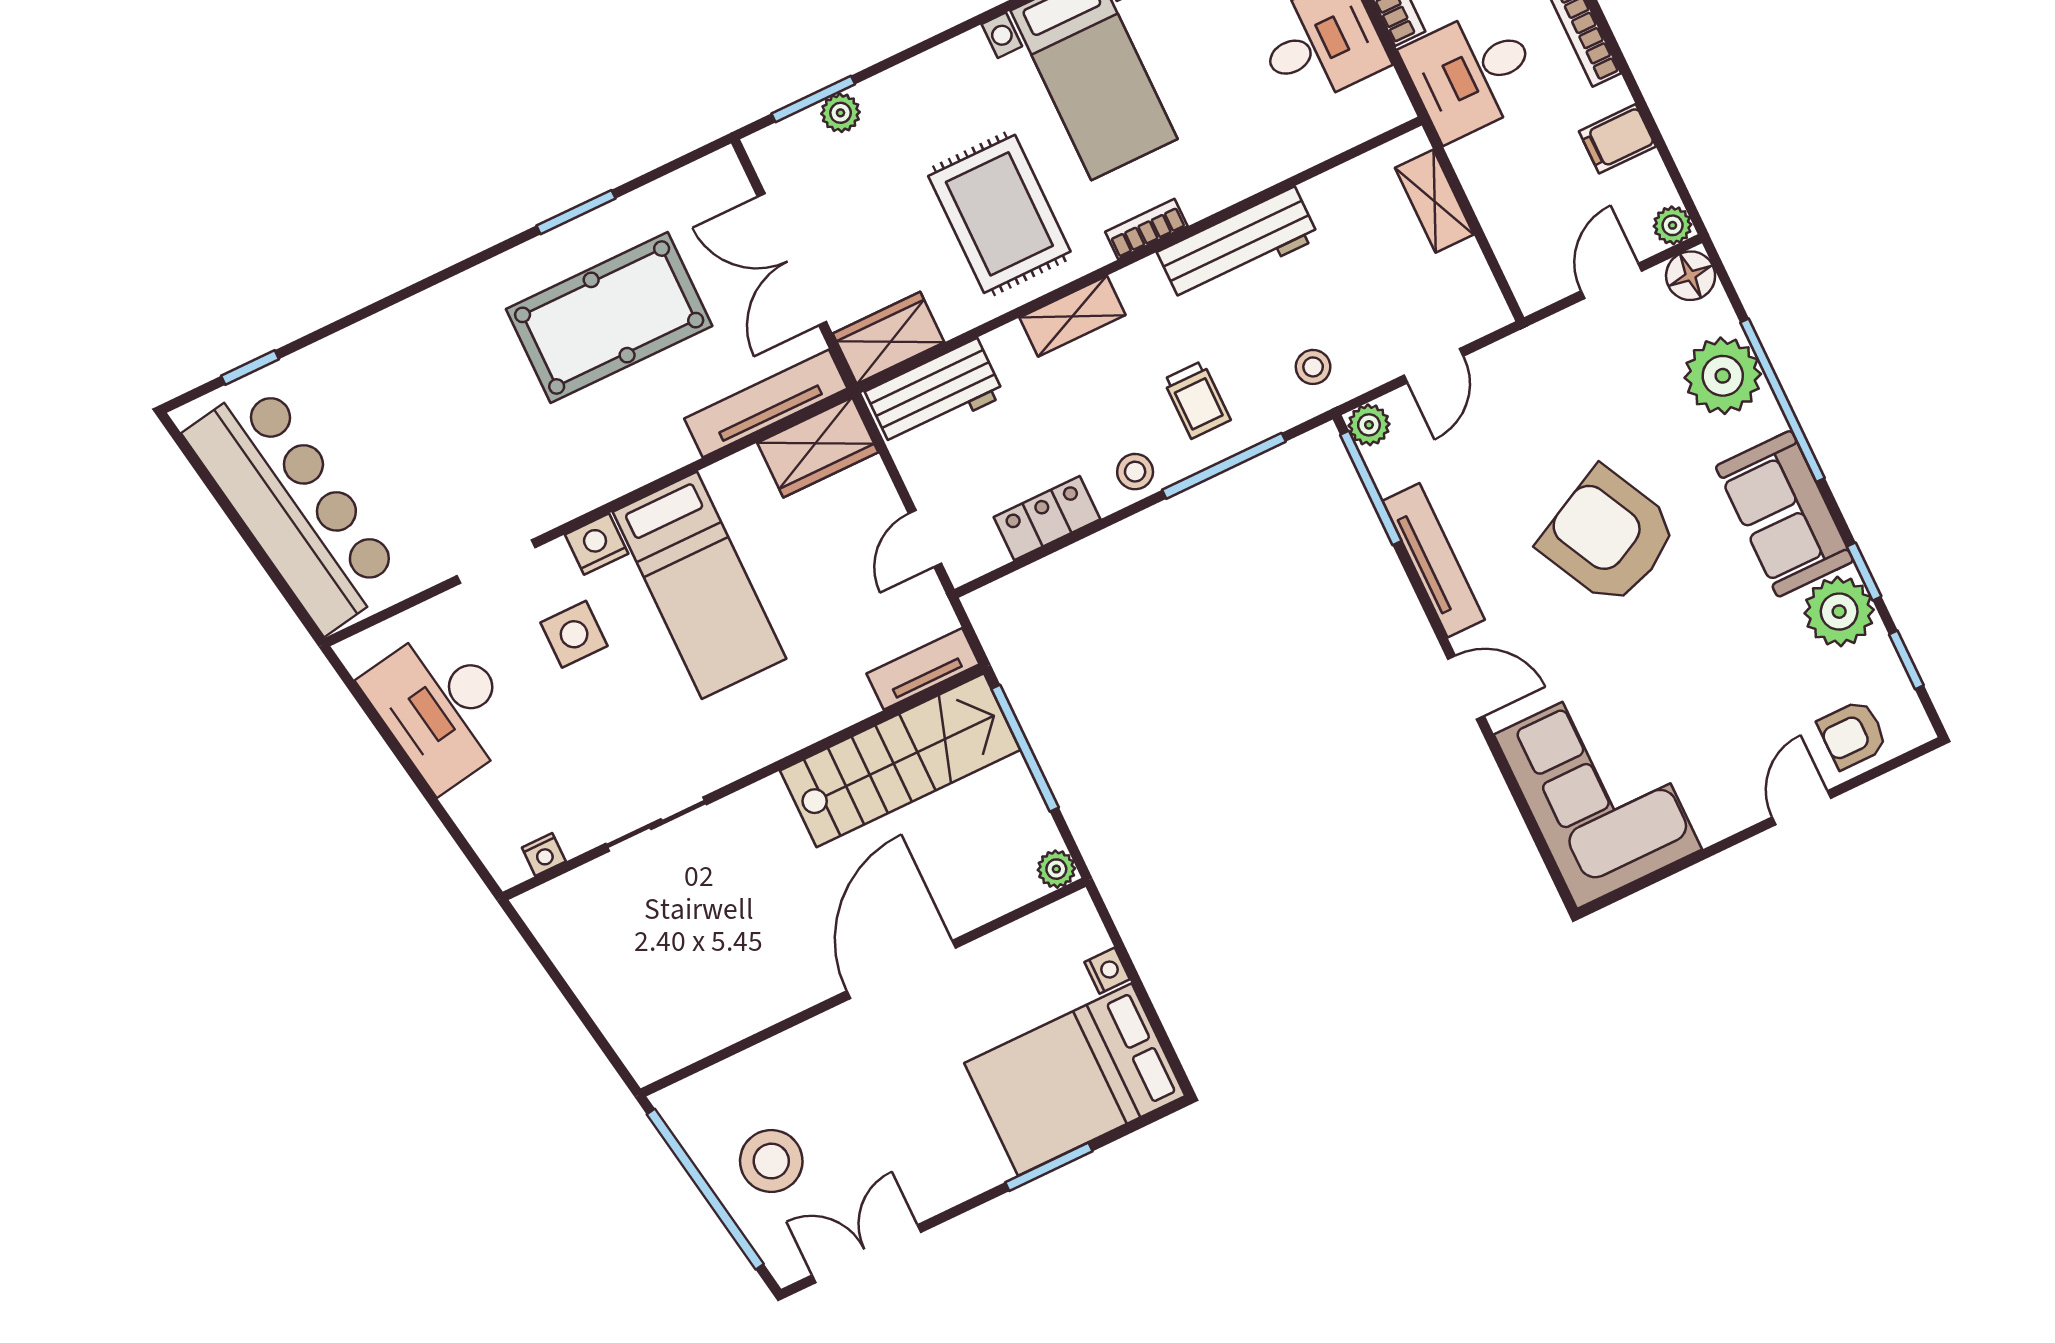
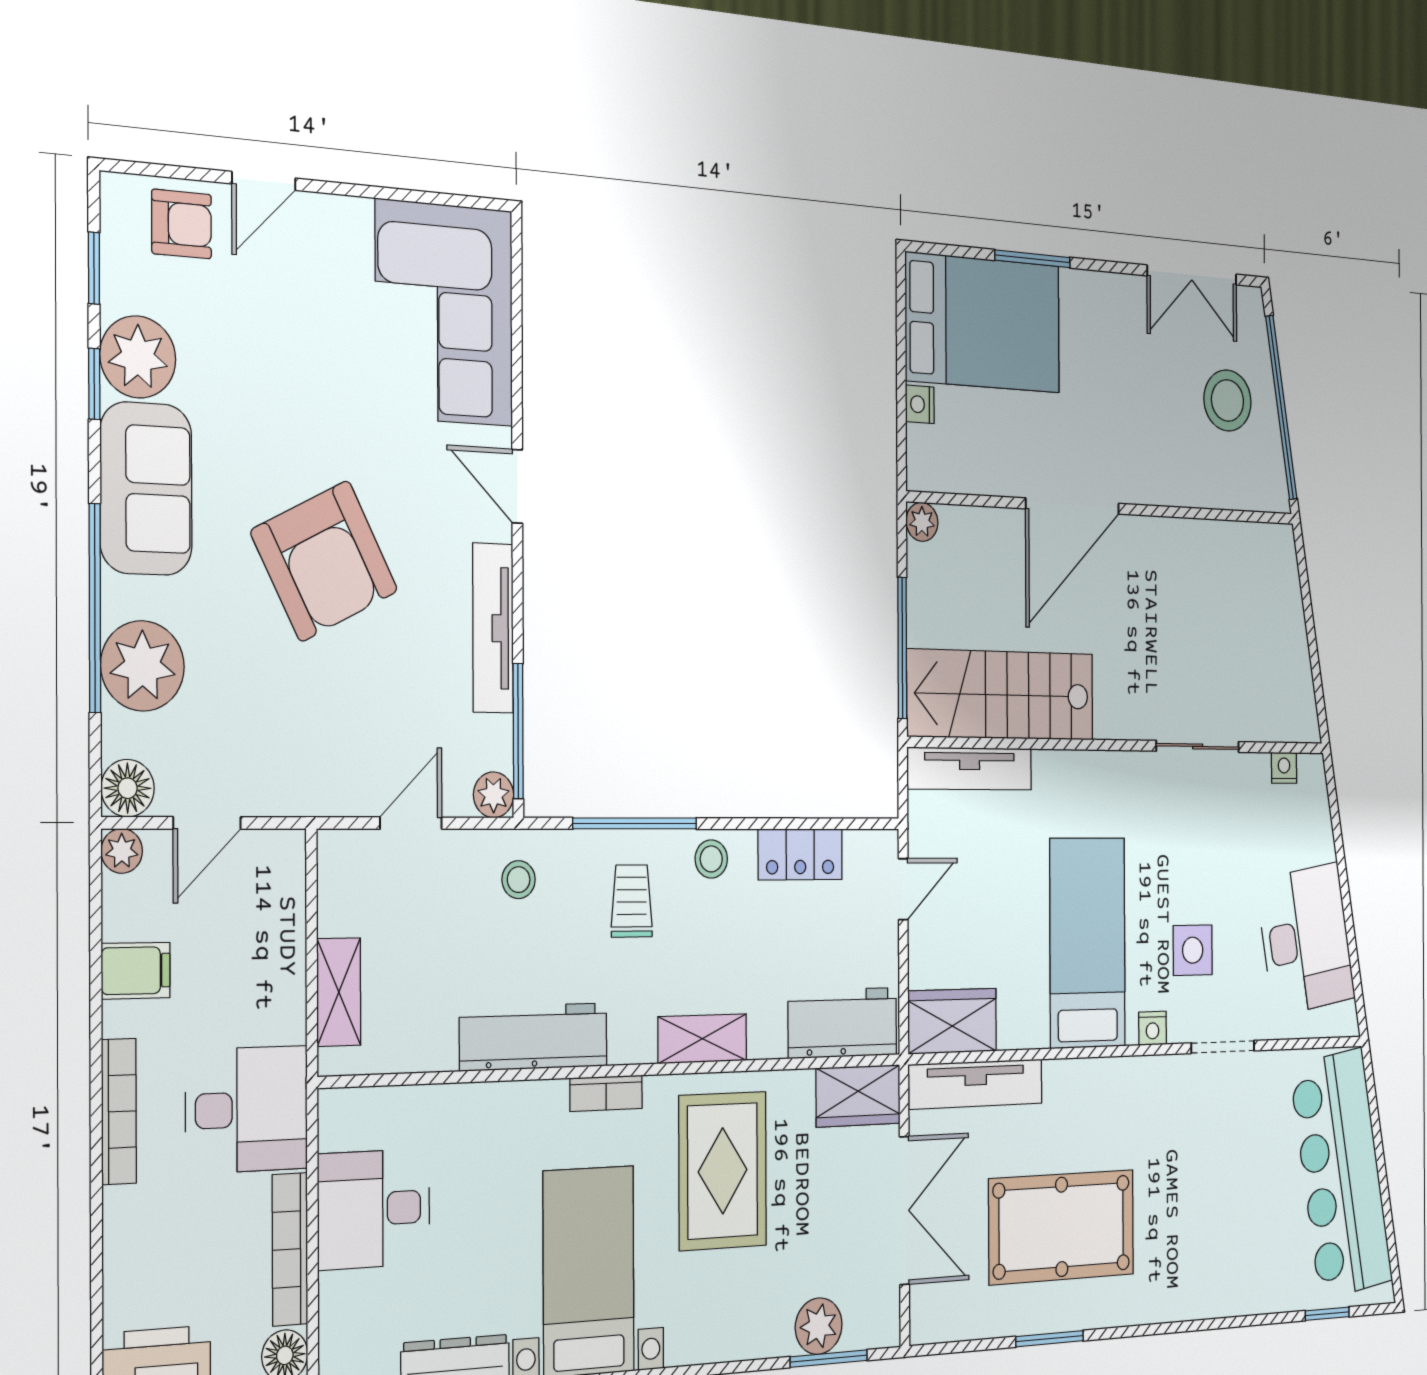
plant: (841, 113) -> (819, 1326), width x1.38, depth x1.38
nightstand: (597, 544) -> (1153, 1028), width x0.72, depth x0.74
tv unit: (923, 669) -> (970, 769), width x1.41

